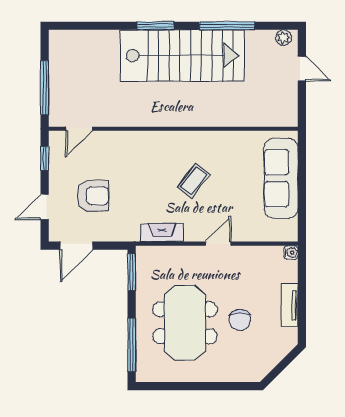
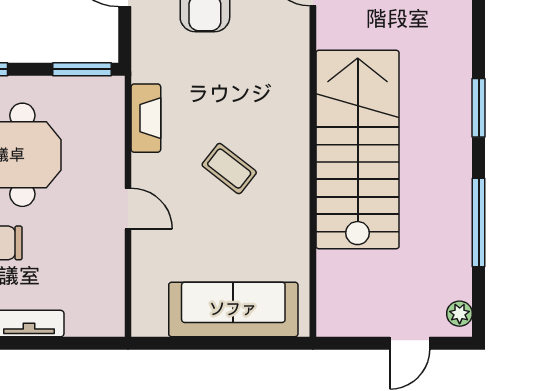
stairs: (182, 55) -> (358, 150), moved, turned 180
water cooler: (291, 253) -> (113, 325), removed

